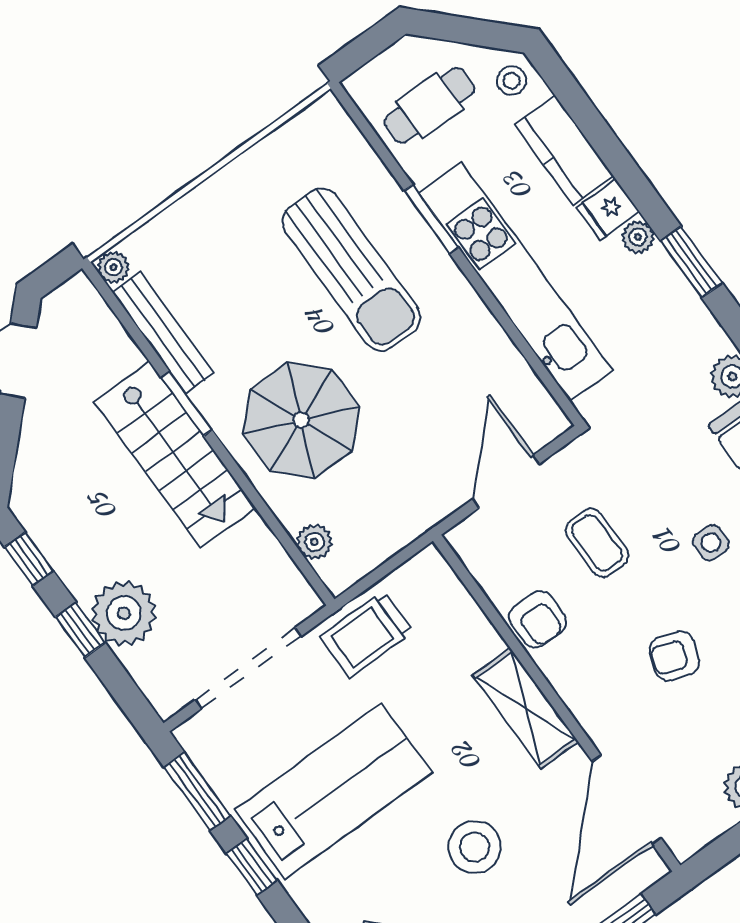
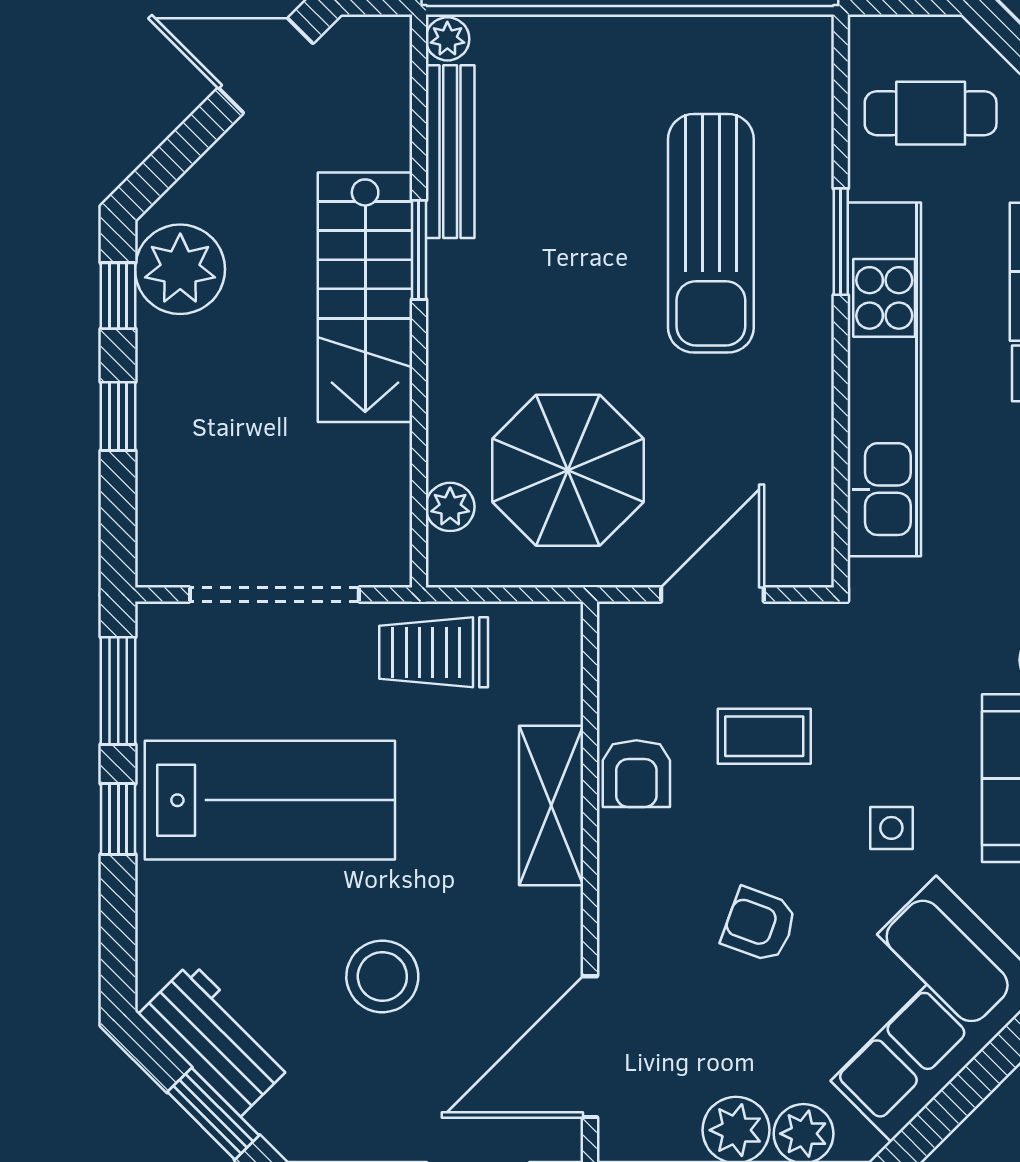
parasol: (301, 420) -> (568, 470), moved
coffee table: (597, 543) -> (764, 736), turned 90
plant: (124, 613) -> (180, 269), moved
shelving: (526, 708) -> (551, 806), moved

